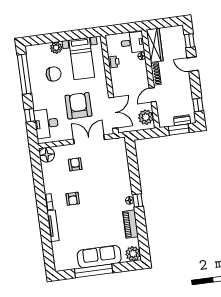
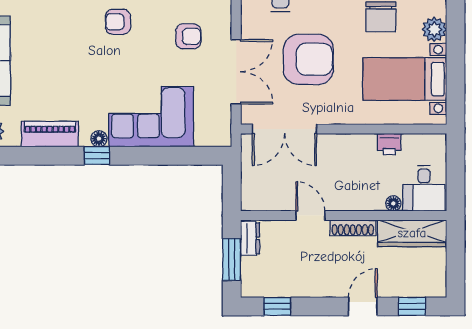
plant: (146, 117) -> (266, 195), removed
dresser: (182, 120) -> (250, 238), moved
corner sofa: (116, 177) -> (151, 117), added

